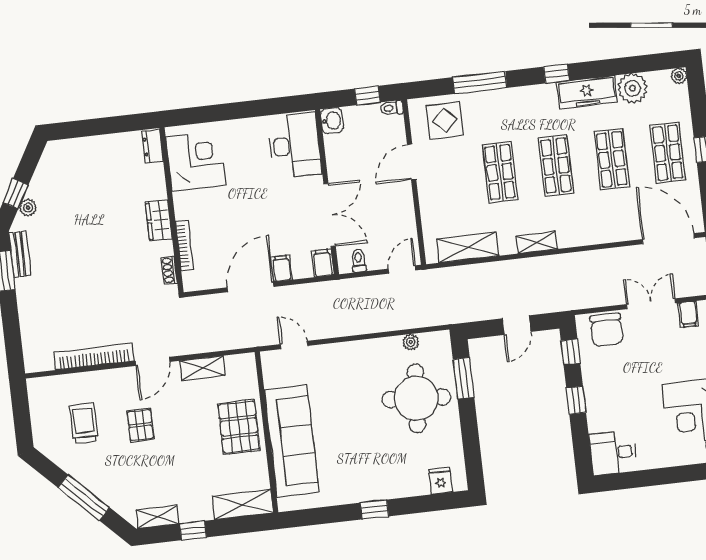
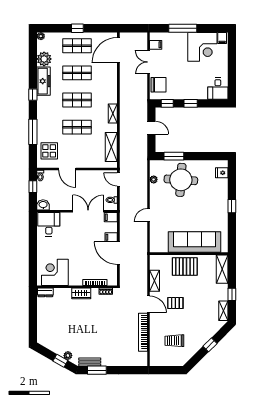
desk: (295, 146) -> (49, 224), width x0.73
door: (294, 345) -> (149, 215), moved
pallet: (140, 425) -> (175, 303), moved
window: (84, 498) -> (210, 345), width x0.46

